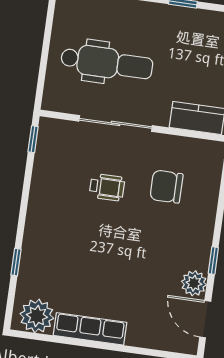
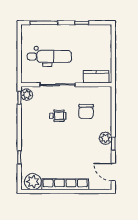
plant: (49, 135) -> (27, 95), added
chair: (166, 187) -> (86, 111), turned -89
plant: (194, 283) -> (106, 138), moved
row of seats: (90, 329) -> (65, 184), width x1.36

